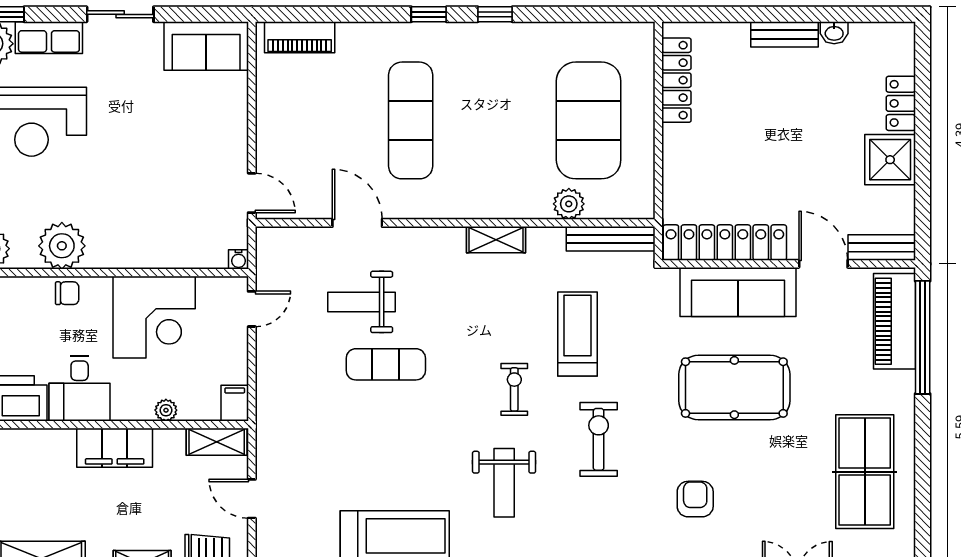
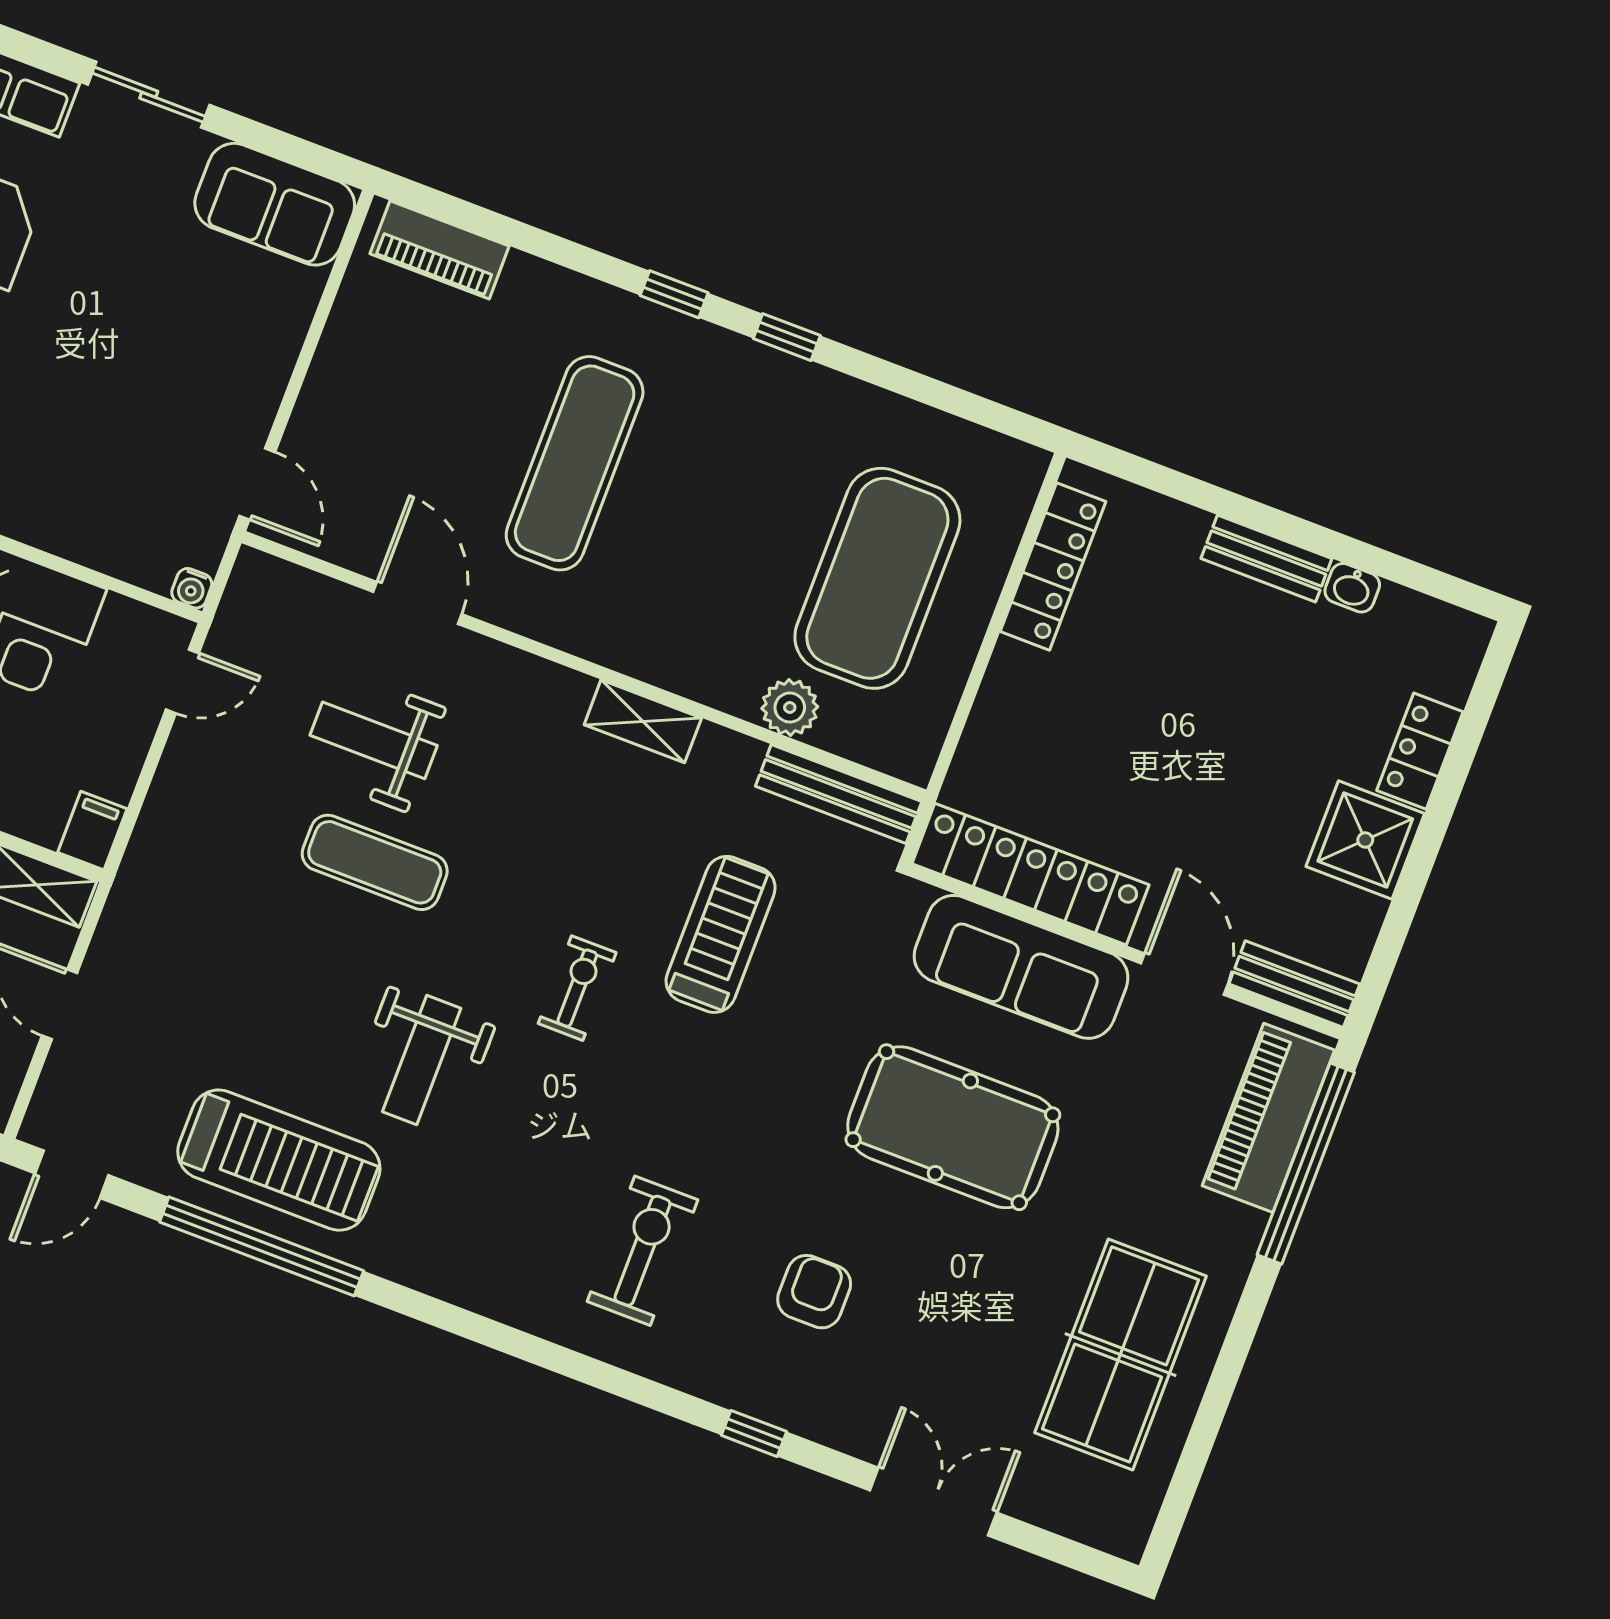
exercise bike: (599, 439) -> (642, 1251), moved
weight bench: (504, 483) -> (422, 1060), moved

